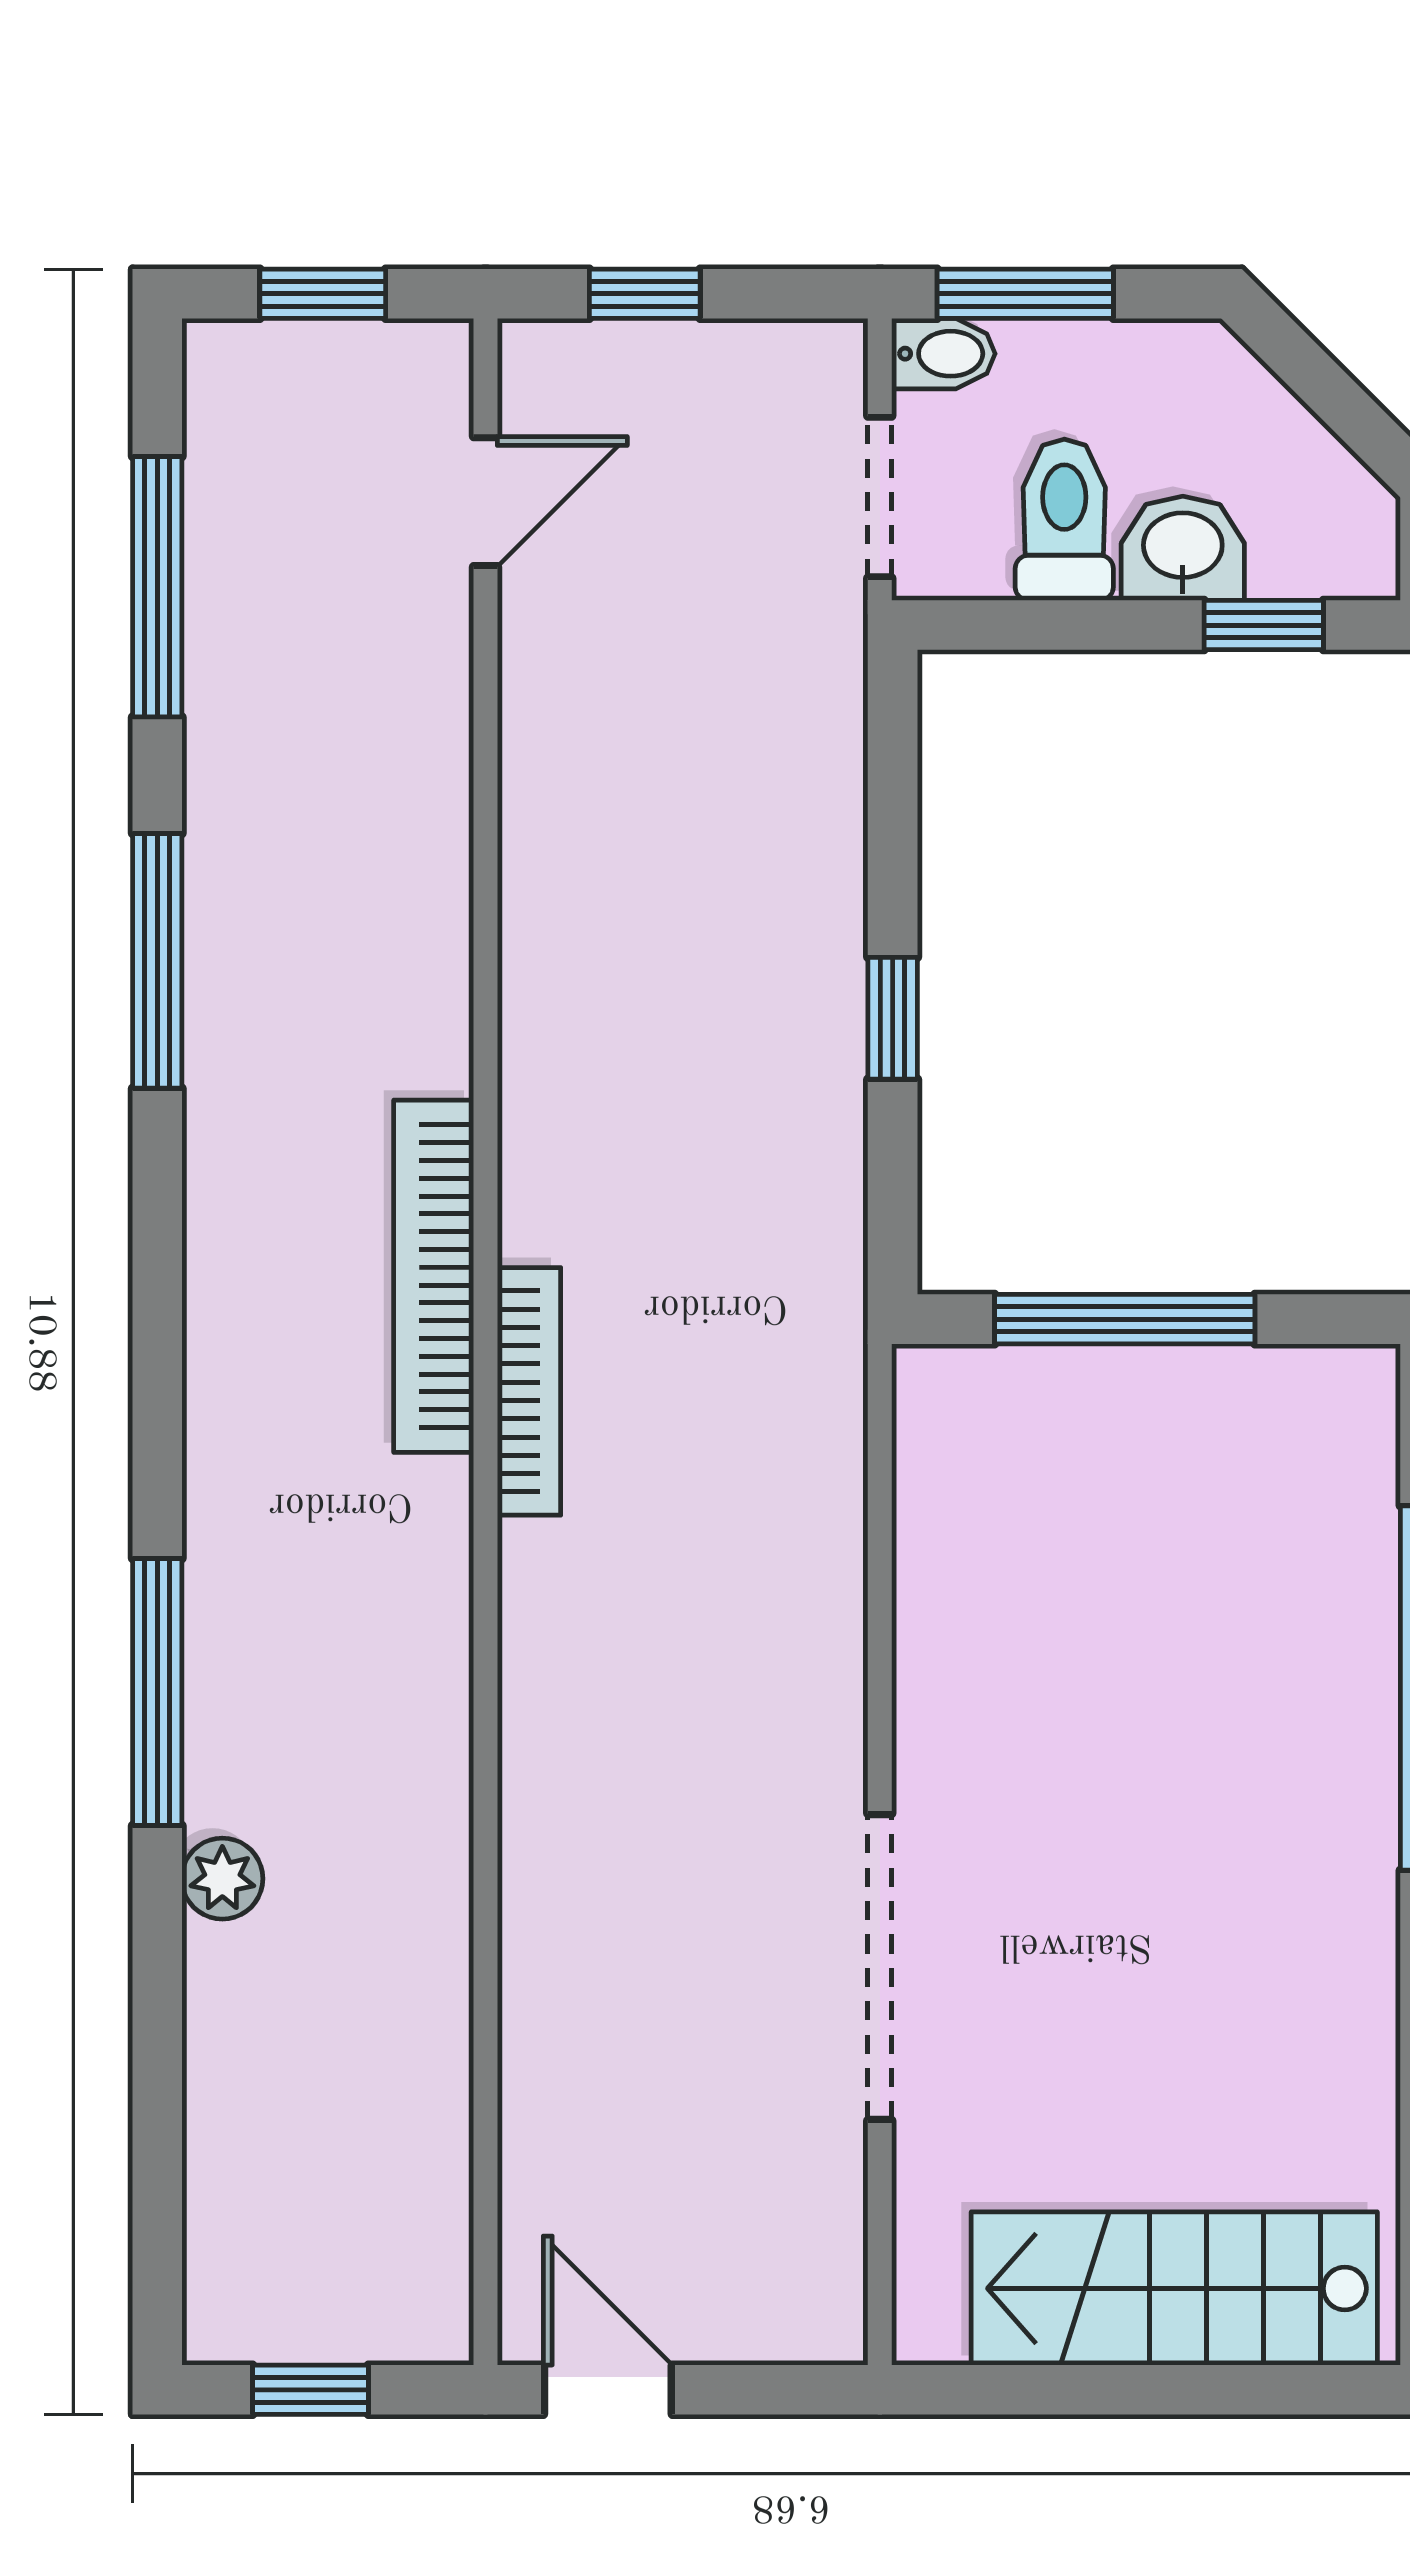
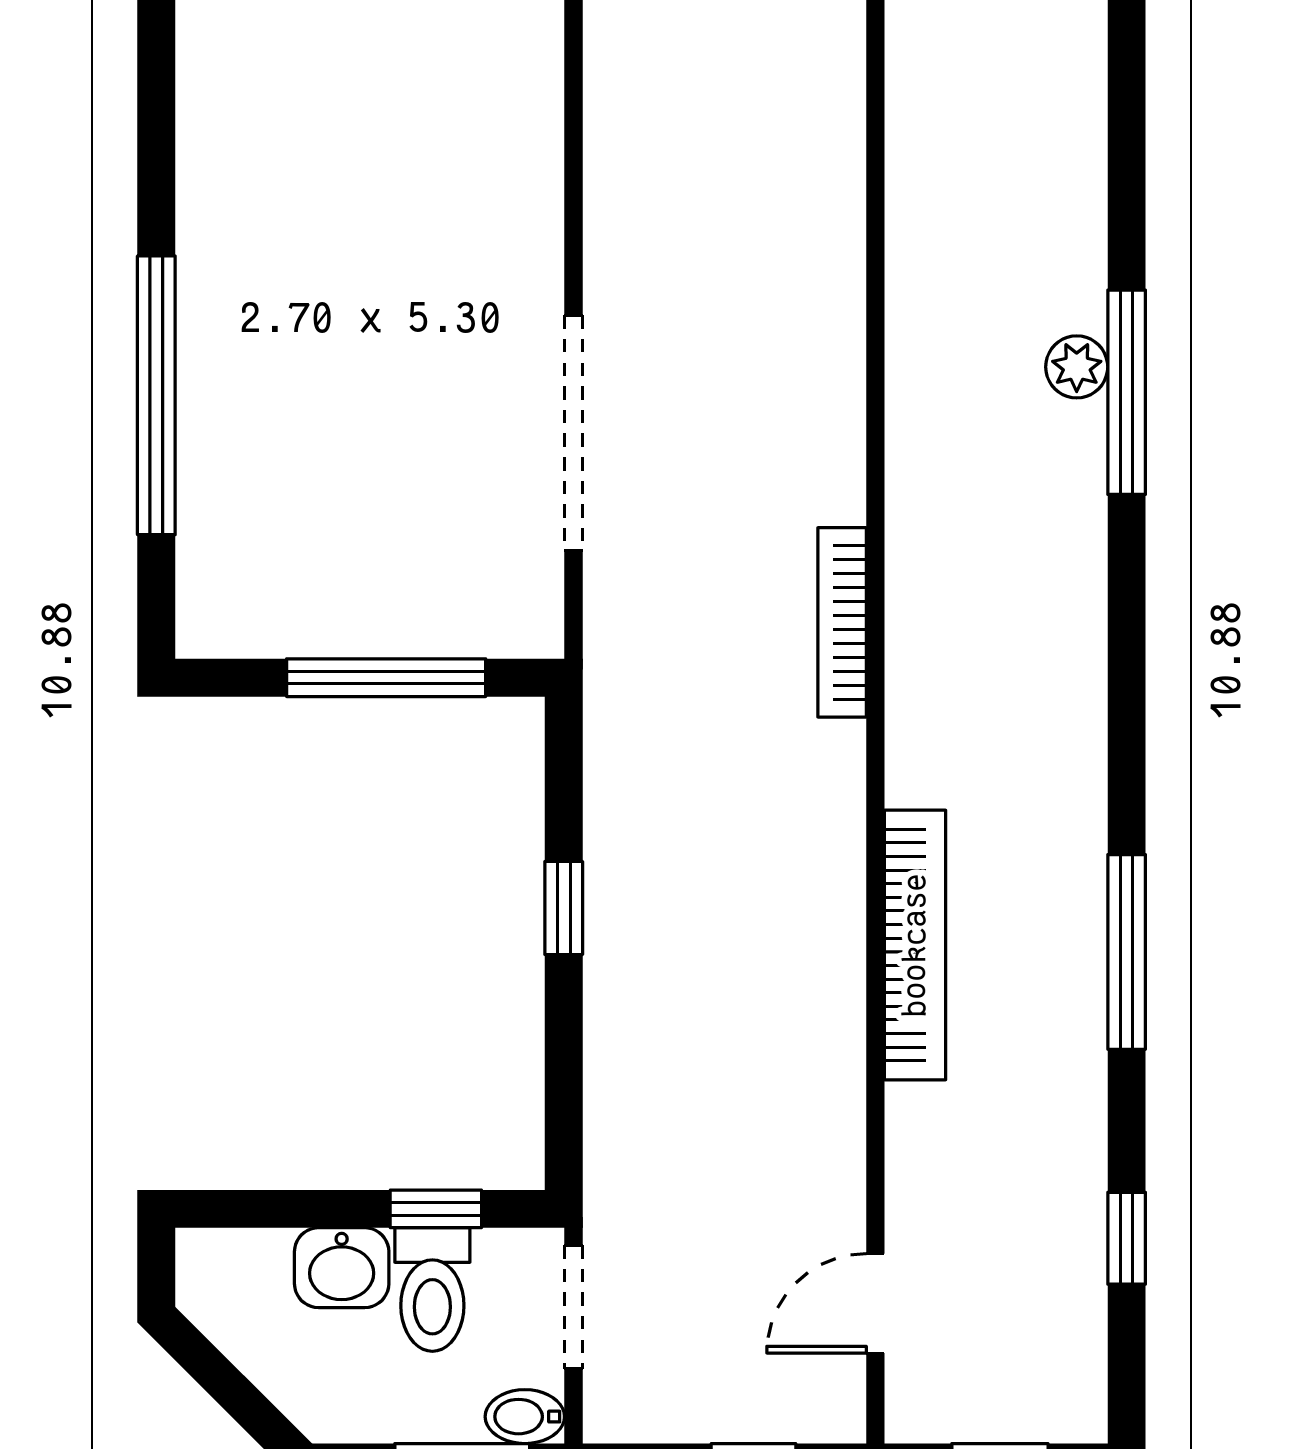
window: (157, 587) -> (1127, 1238), width x0.46
window: (1264, 625) -> (436, 1209), moved
bookcase: (434, 1276) -> (915, 945), moved
plant: (222, 1879) -> (1077, 367), moved
doorway: (880, 1967) -> (574, 433), moved

